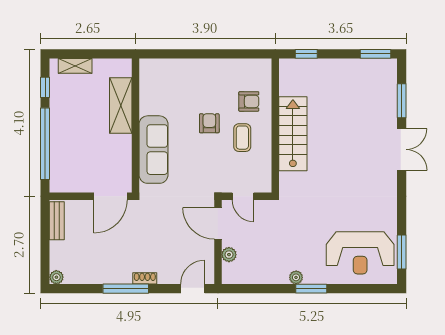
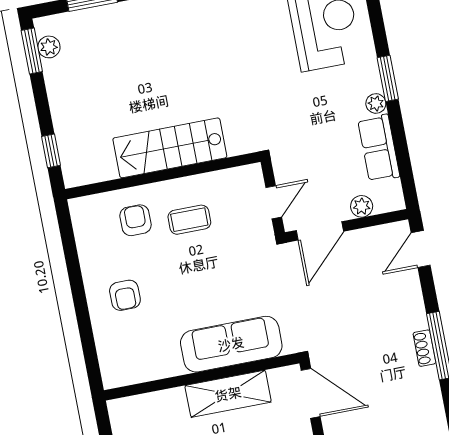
plant: (376, 66) -> (49, 47), added
shelving: (121, 106) -> (228, 394), moved
armchair: (209, 123) -> (125, 295), moved, turned -90
row of seats: (266, 274) -> (379, 148), added
shoe rack: (145, 278) -> (424, 348), moved
door: (193, 289) -> (421, 249), hinge flipped

